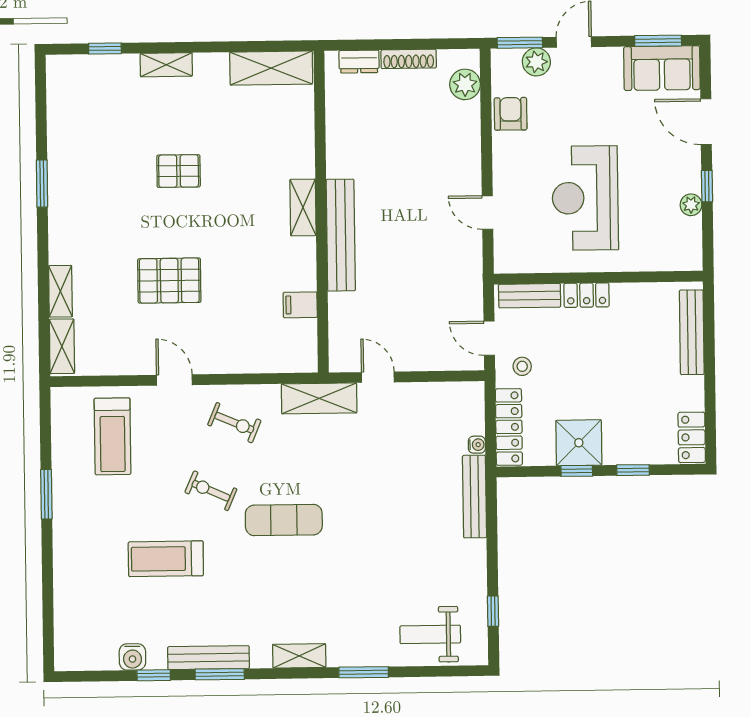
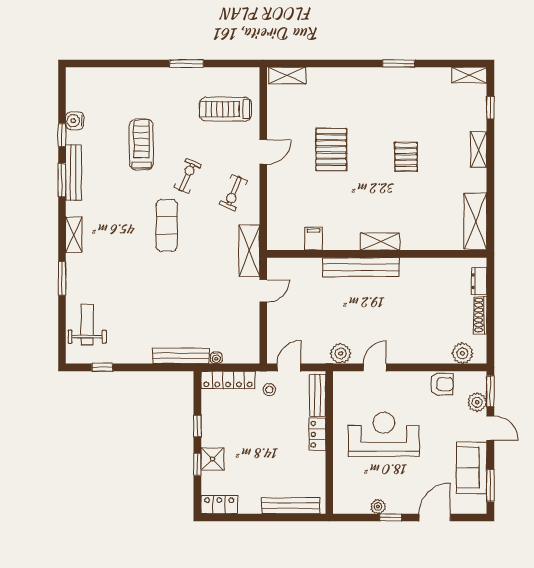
sofa: (662, 68) -> (472, 468), moved
plant: (468, 263) -> (341, 353), added
shelving: (60, 291) -> (469, 75), moved
shower: (579, 443) -> (212, 459), moved, width x0.73, depth x0.73

